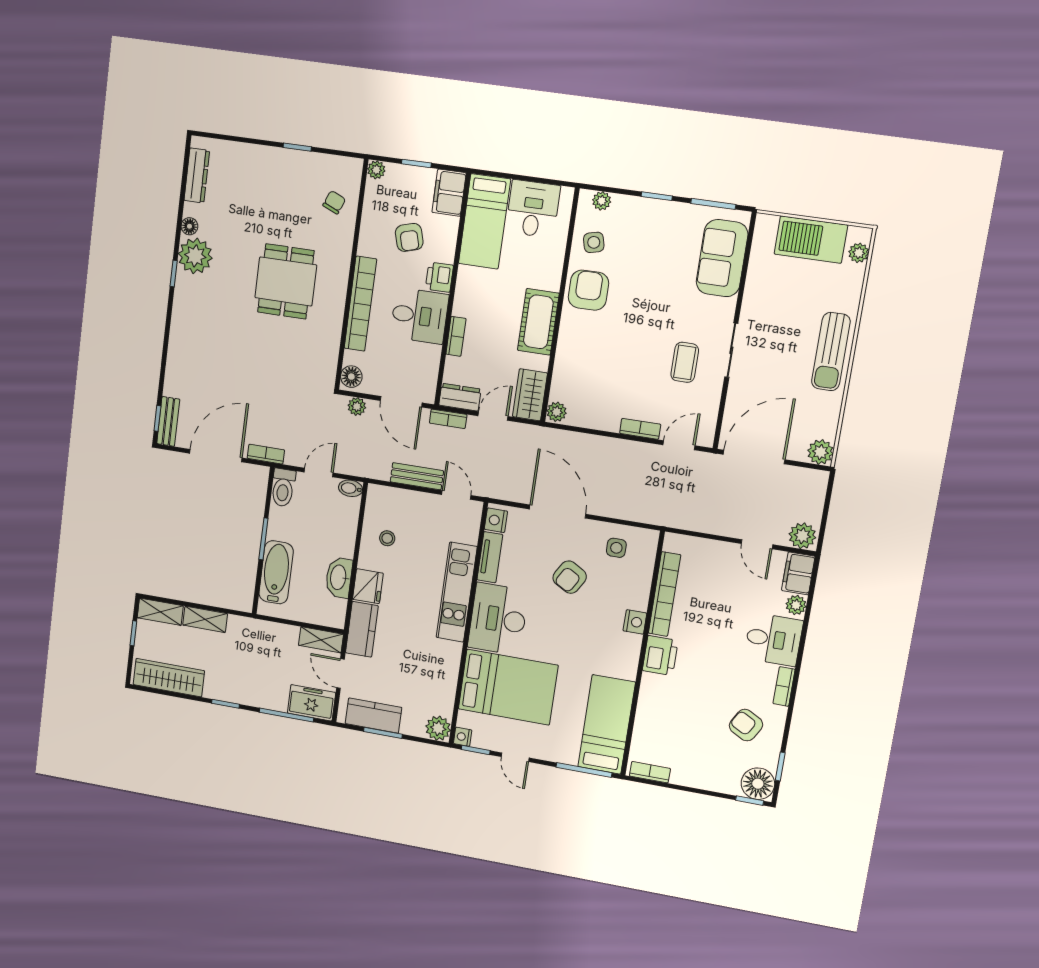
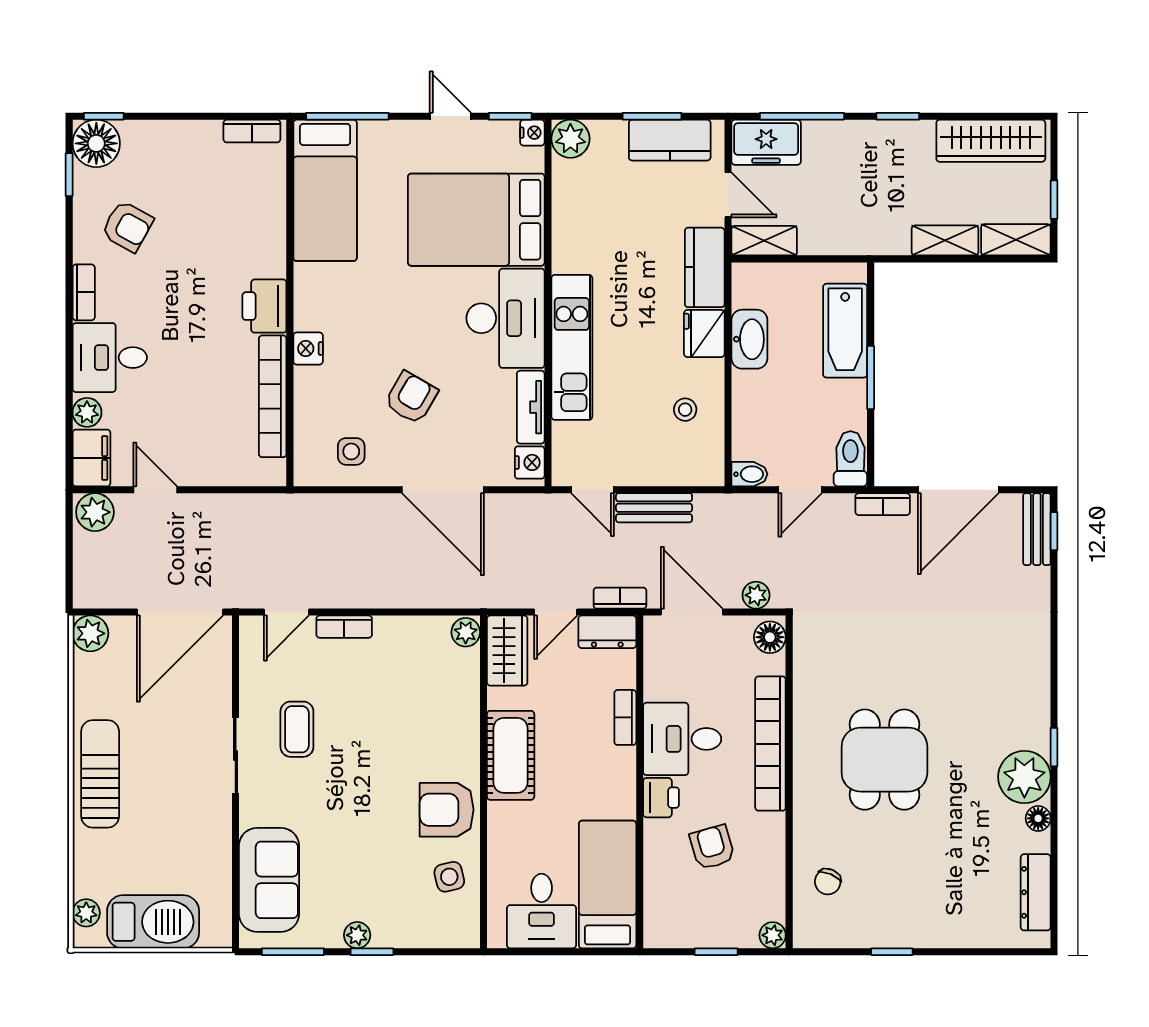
filing cabinet: (449, 193) -> (664, 917), removed
plant: (602, 201) -> (357, 935), moved
armchair: (588, 290) -> (447, 810), turned 90

